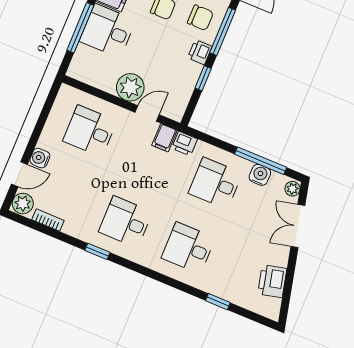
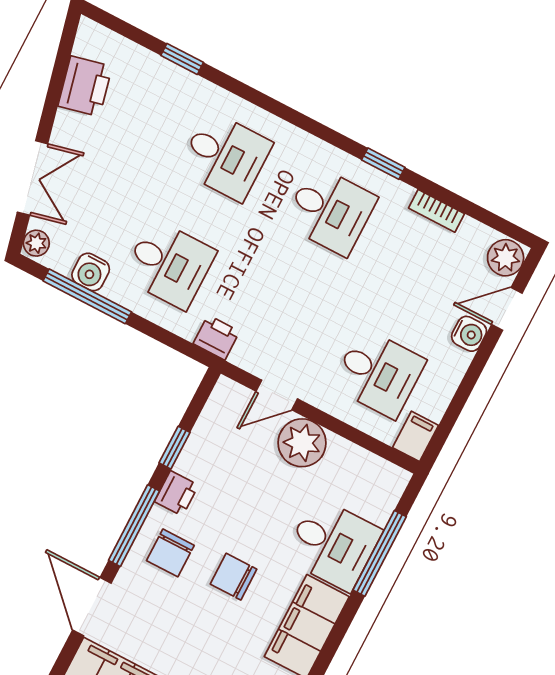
chair: (200, 18) -> (170, 553), turned -90
filing cabinet: (164, 138) -> (415, 436), moved
bookcase: (48, 220) -> (437, 211), moved

